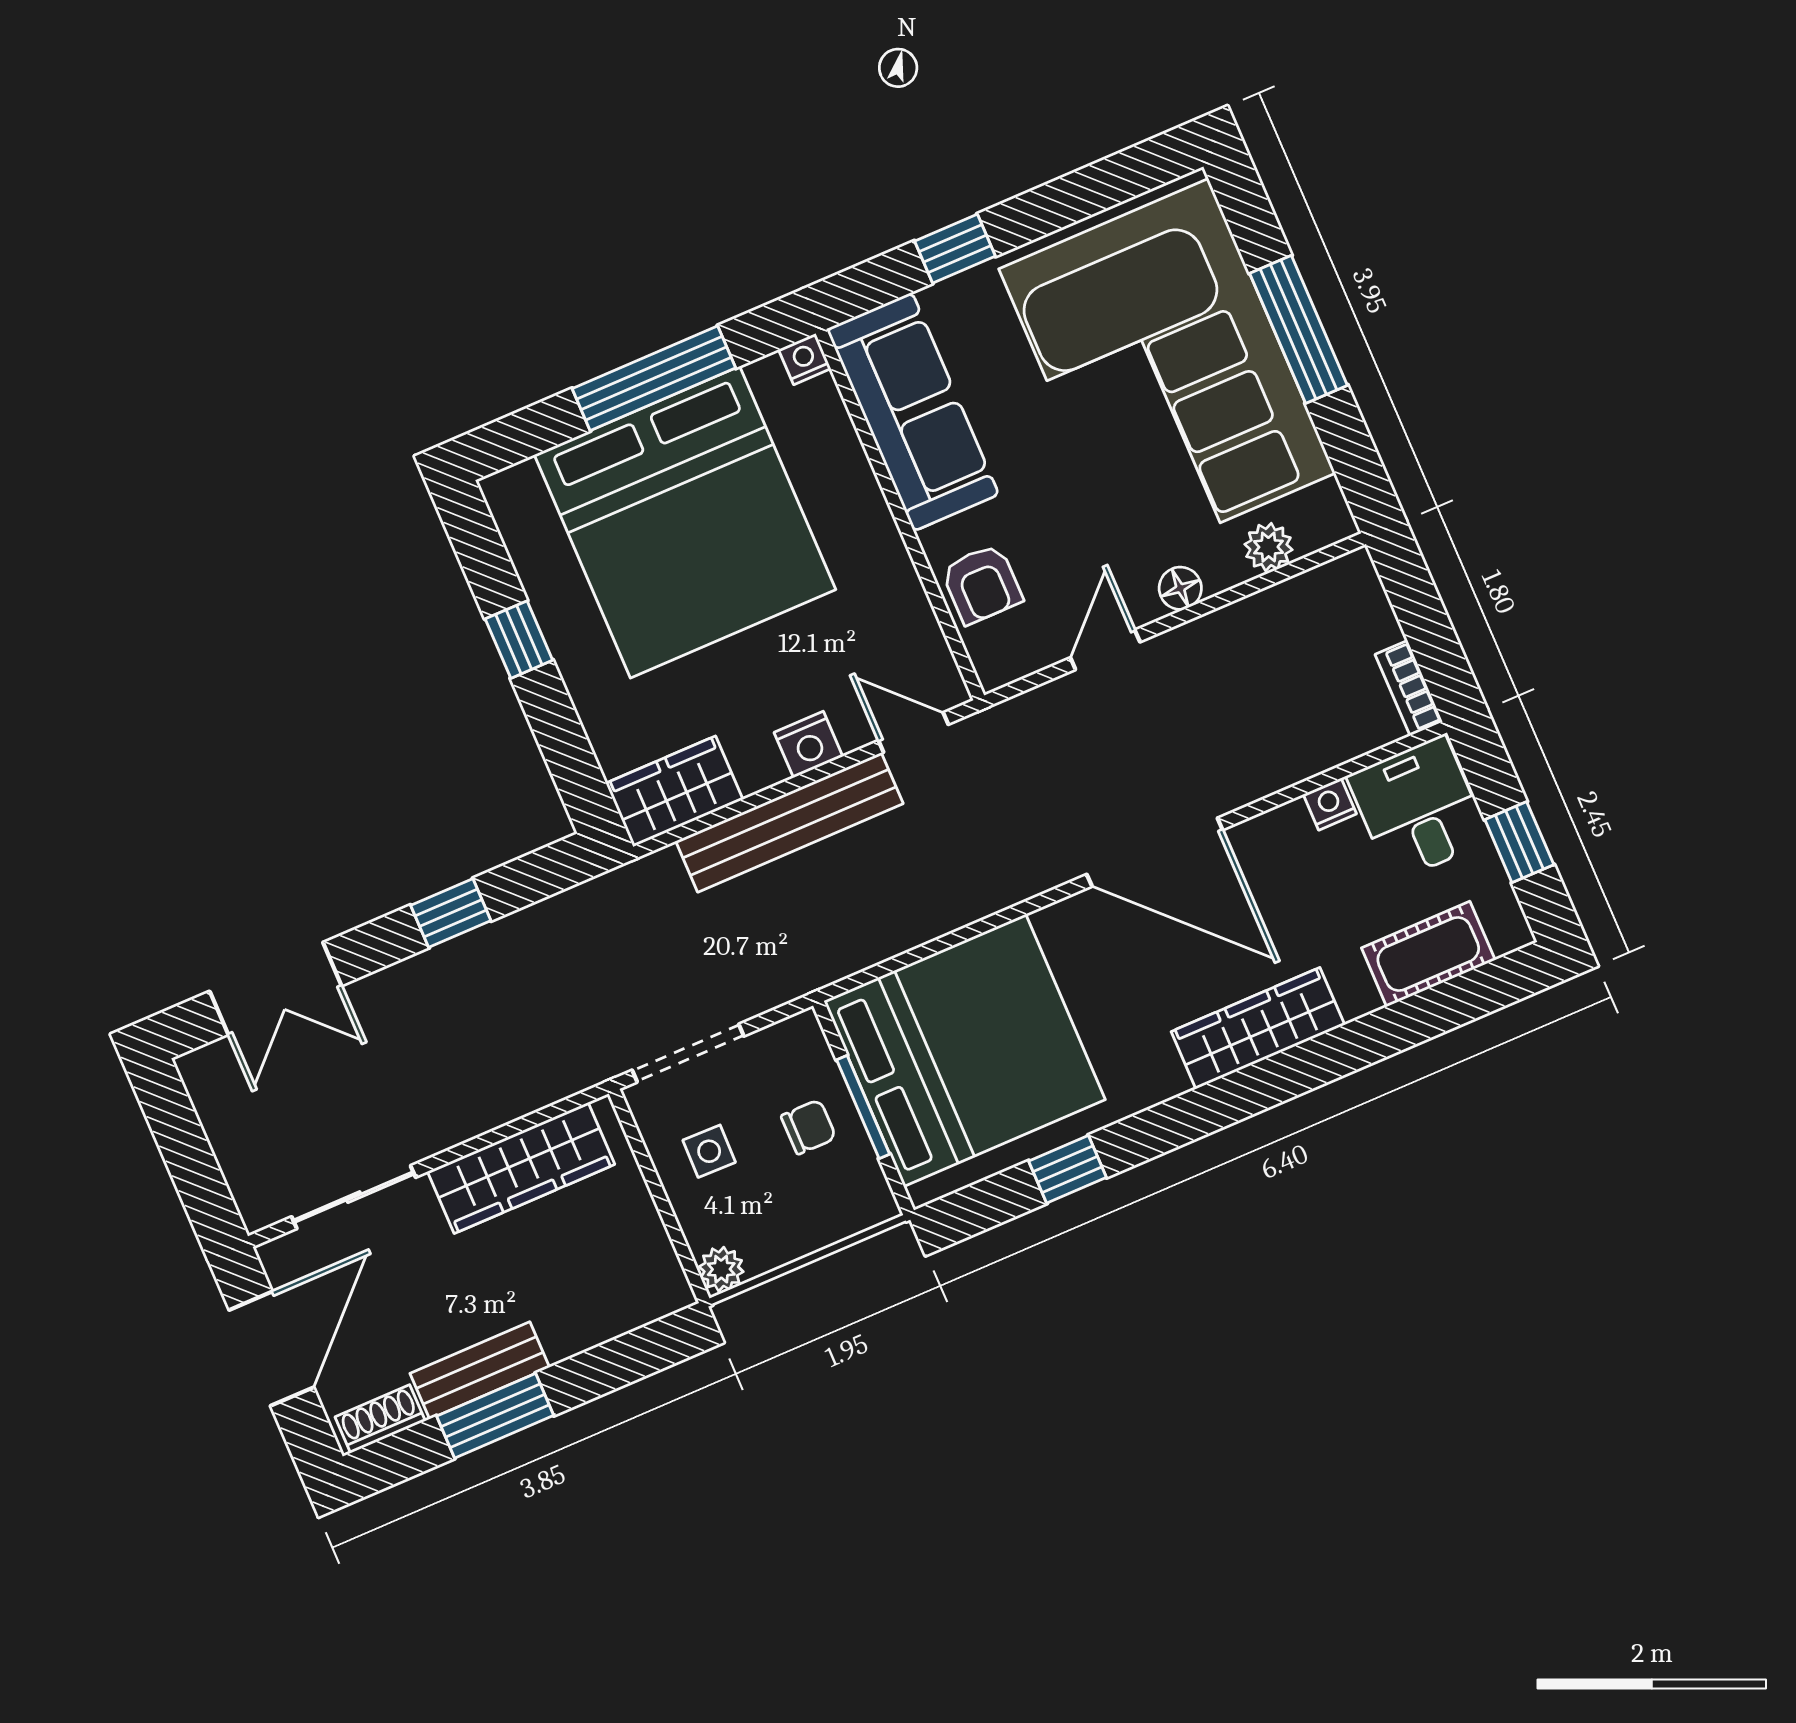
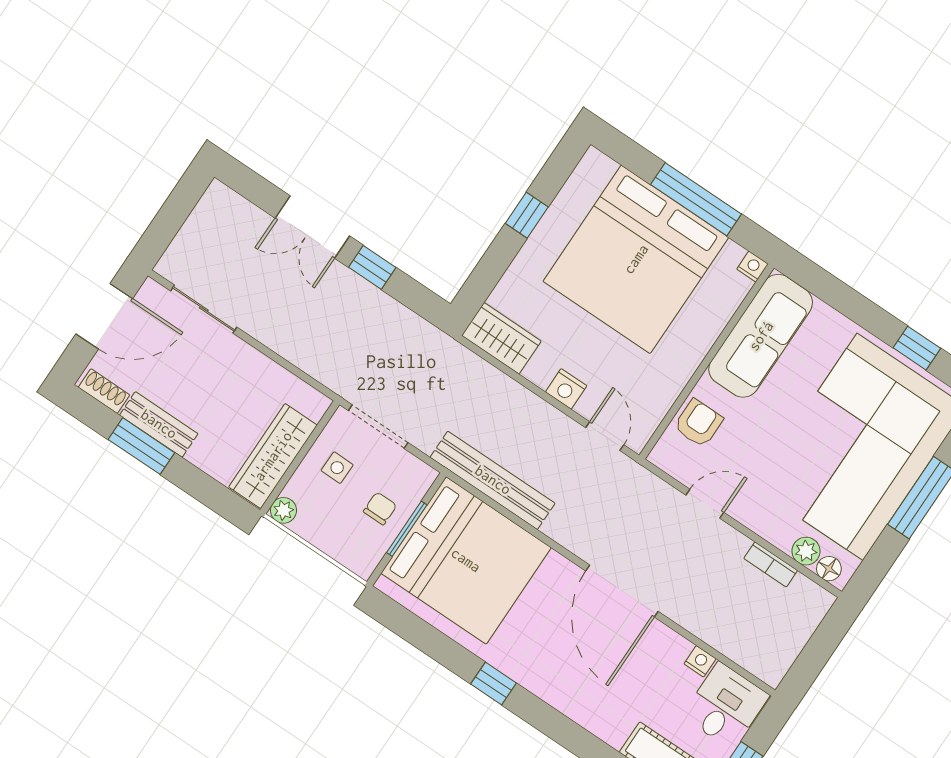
window: (955, 249) -> (917, 348), moved
armchair: (982, 584) -> (698, 423), turned 180
floor lamp: (1180, 588) -> (829, 569), moved
bookcase: (1409, 688) -> (771, 564), moved, turned -90
bench: (789, 822) -> (493, 480), moved
double door: (276, 988) -> (312, 227), moved
wardrobe: (1258, 1028) -> (568, 696), removed
chair: (809, 1127) -> (380, 508), turned -90
wardrobe: (521, 1168) -> (273, 456), moved, turned 90
window: (1068, 1169) -> (493, 684), moved

